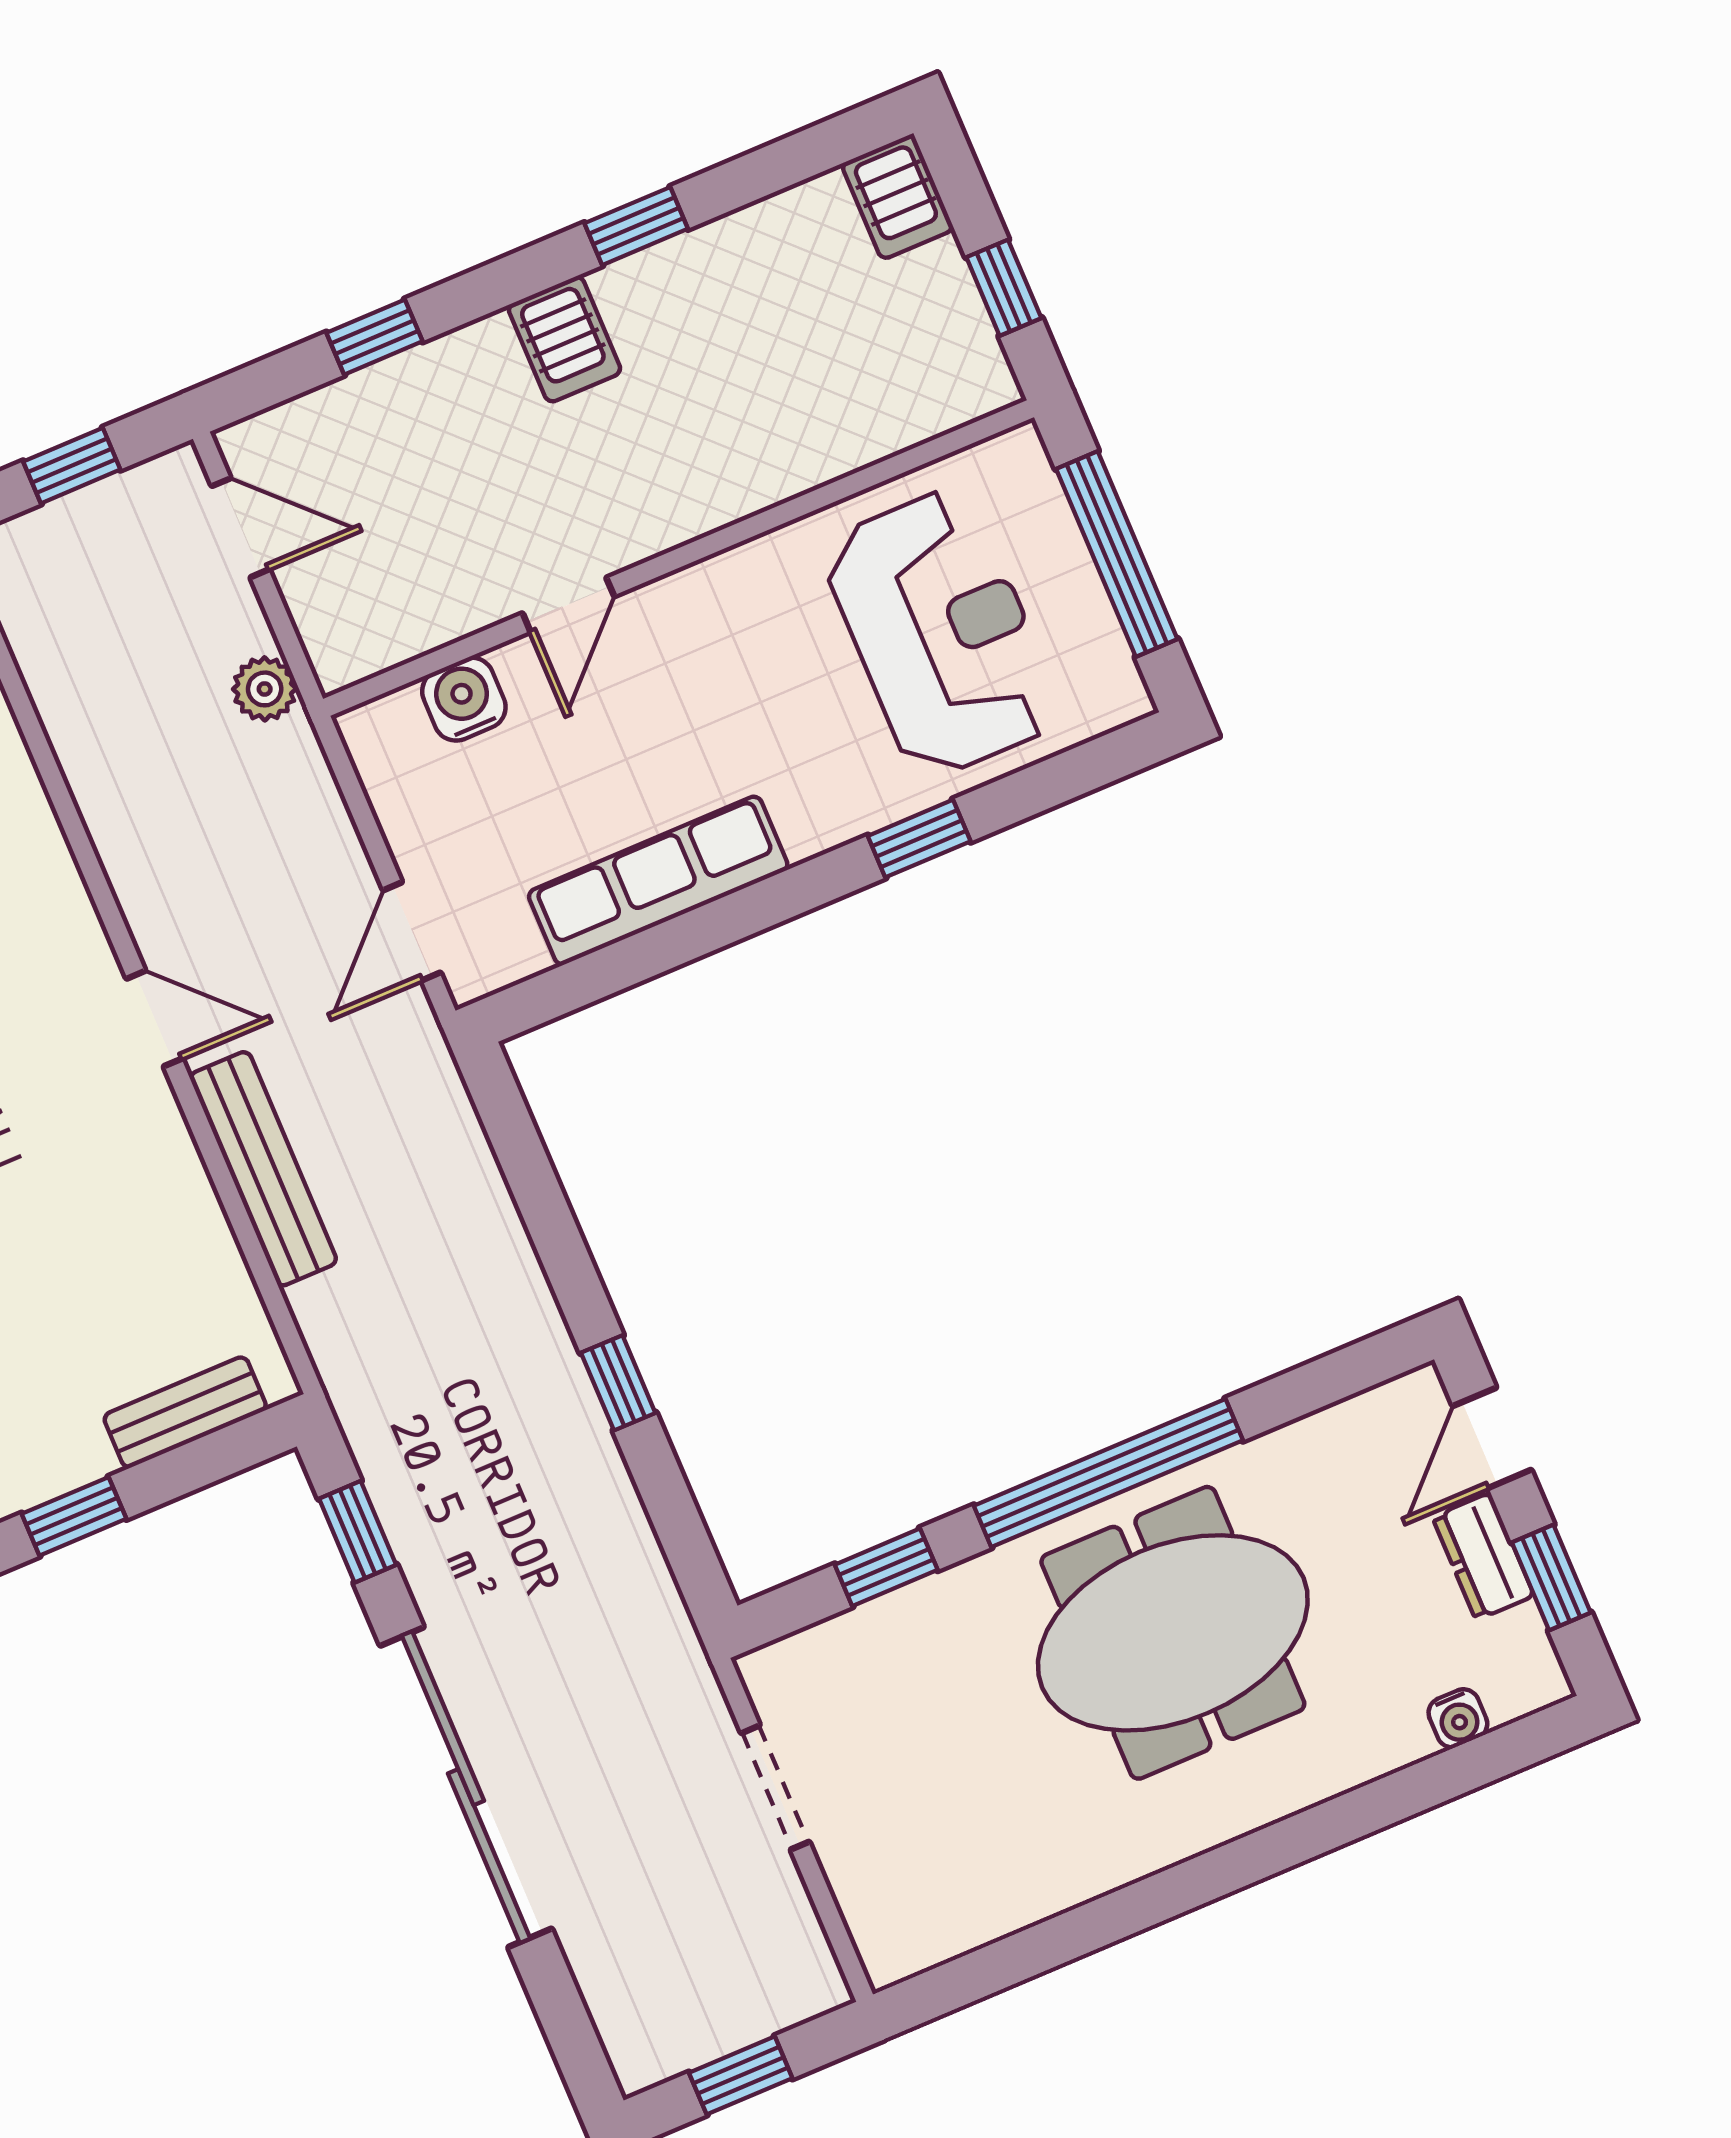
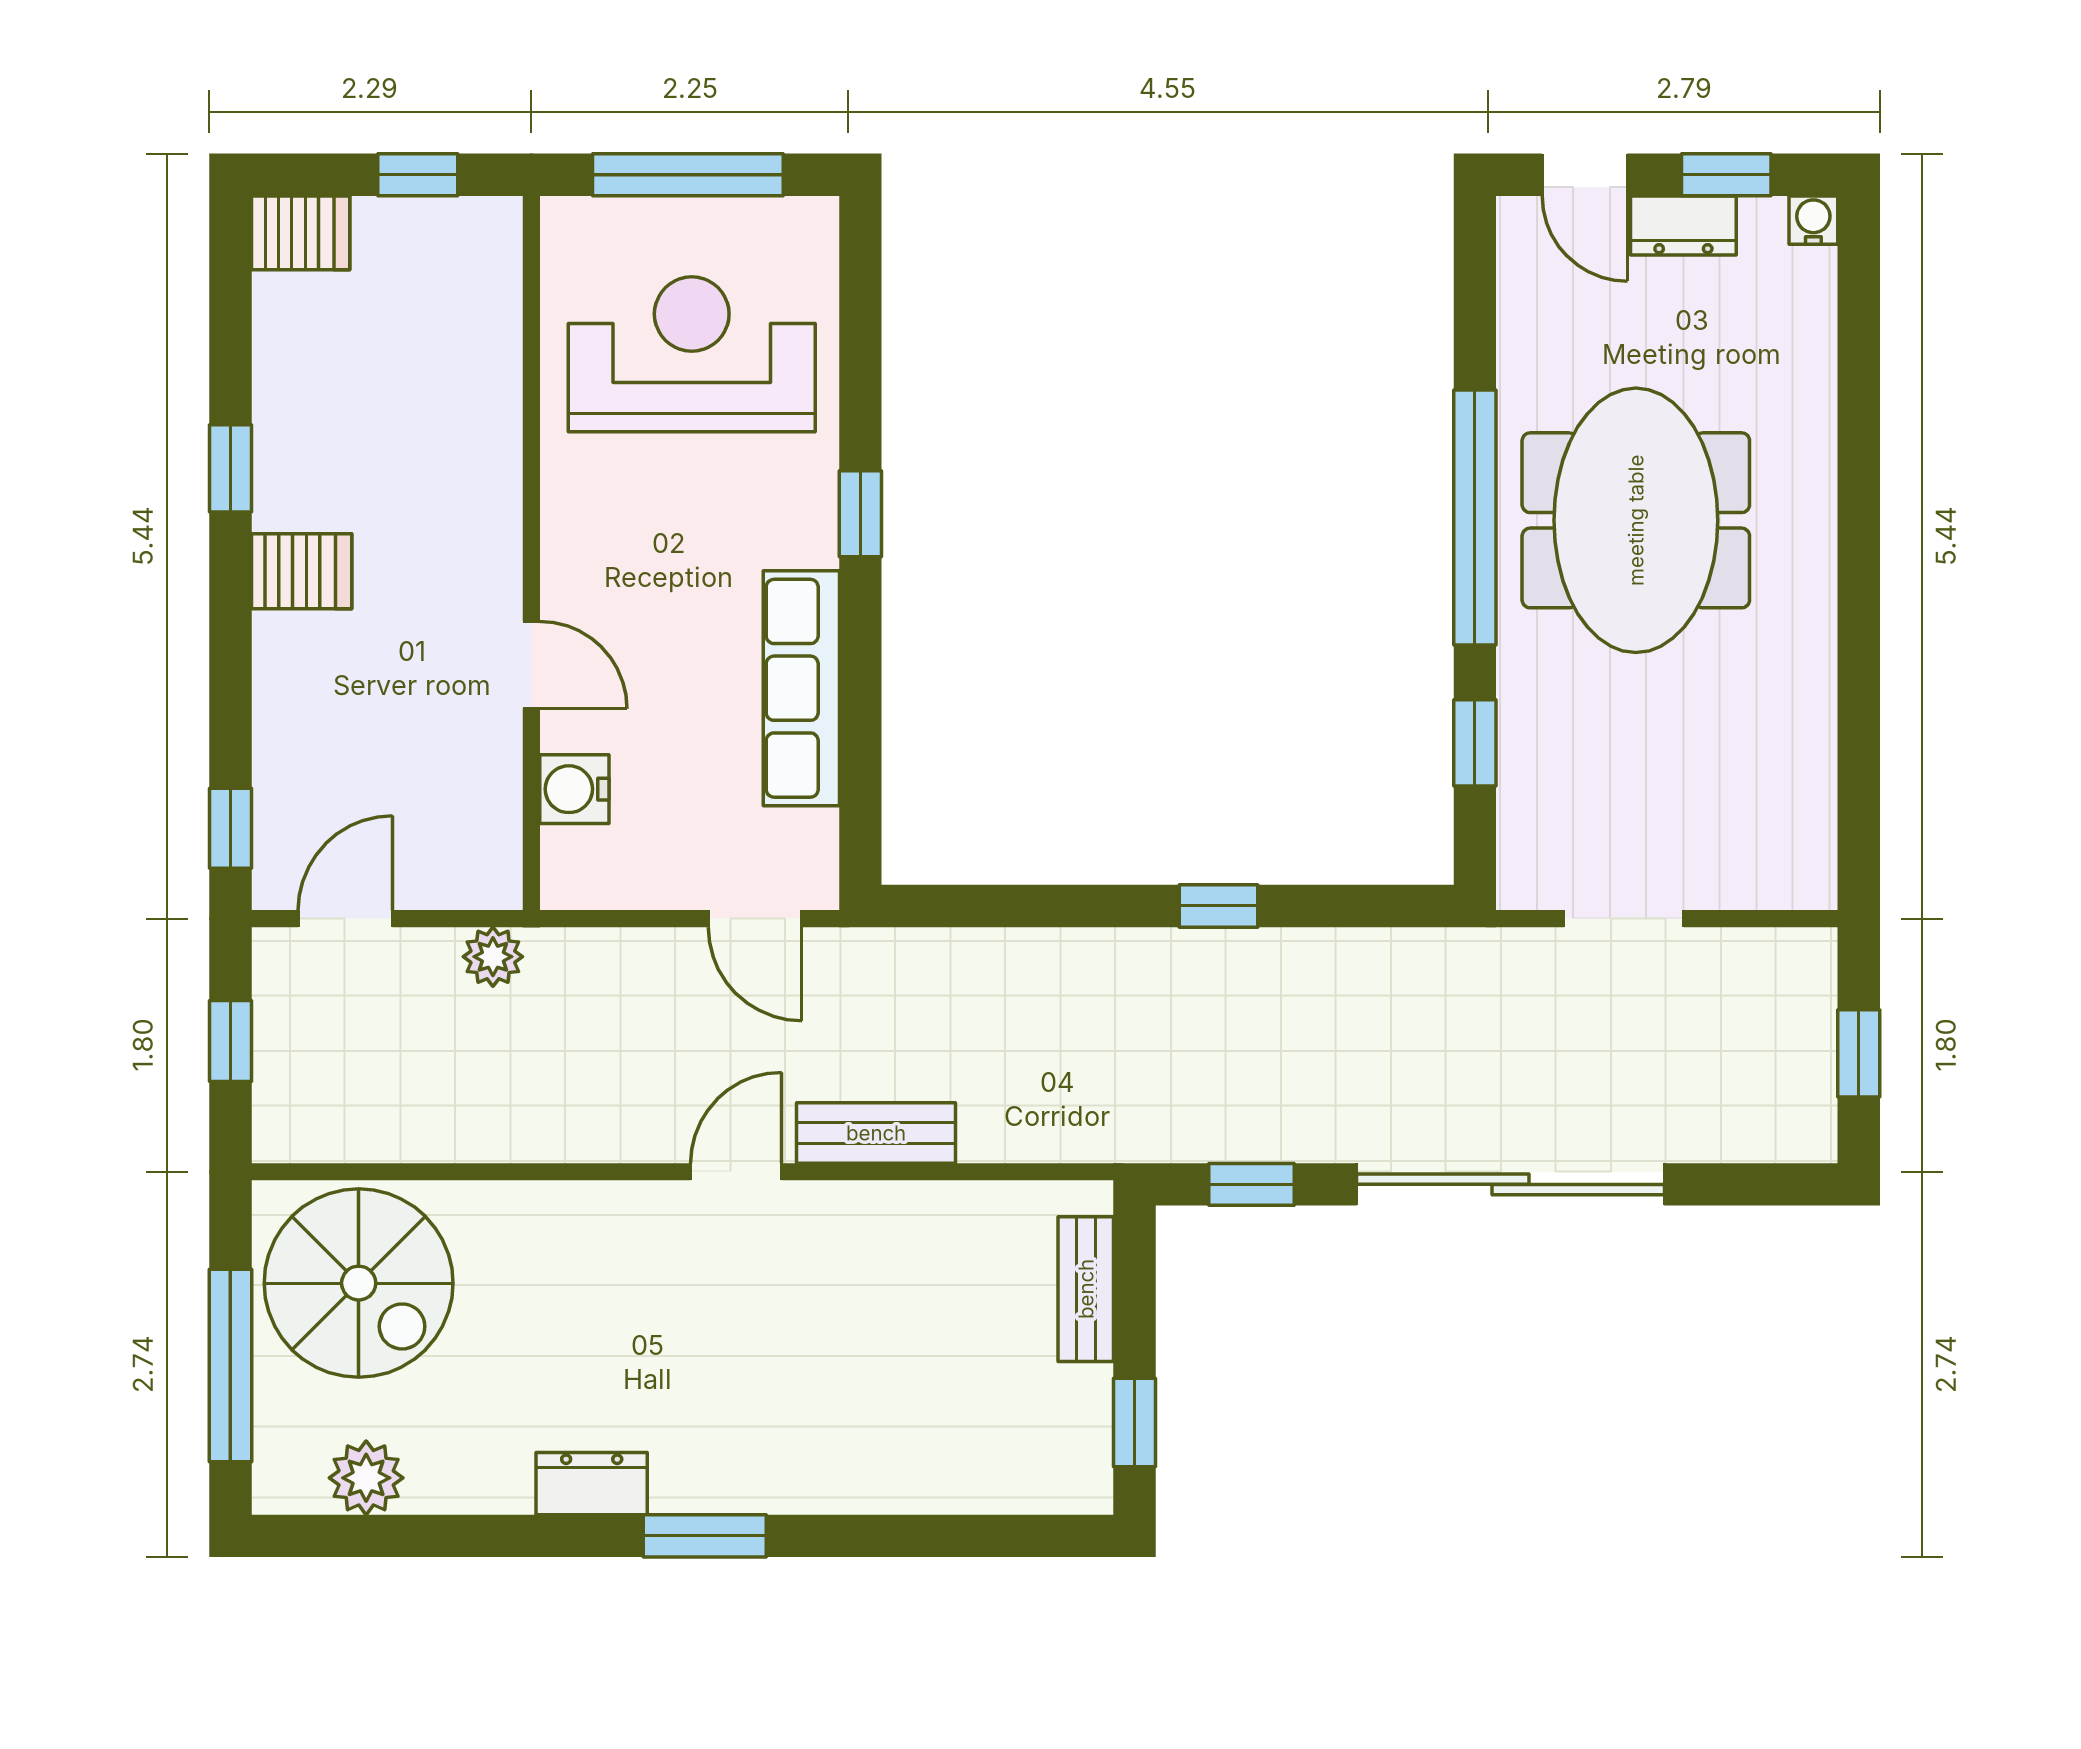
window: (375, 337) -> (230, 828), moved
window: (919, 839) -> (860, 514), moved
bench: (263, 1169) -> (876, 1133), width x0.73
water cooler: (1458, 1718) -> (1813, 220), moved, turned -90

